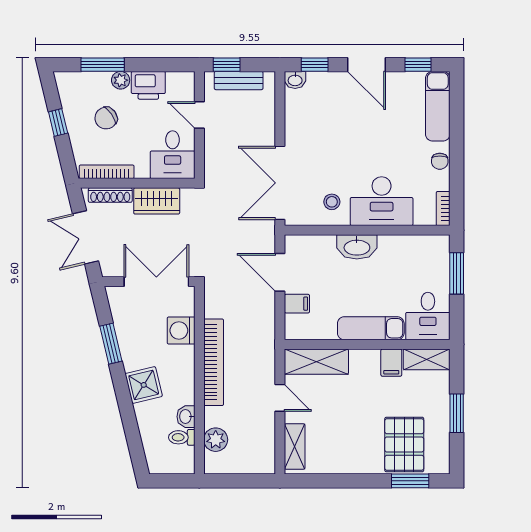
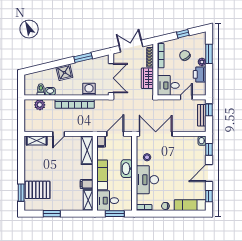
desk: (428, 316) -> (108, 201), moved
exam couch: (371, 328) -> (102, 175), moved
wall: (367, 344) -> (95, 173), moved
shelving: (427, 359) -> (88, 200), moved
shelving: (316, 362) -> (87, 150), moved
filing cabinet: (391, 363) -> (87, 184), moved

